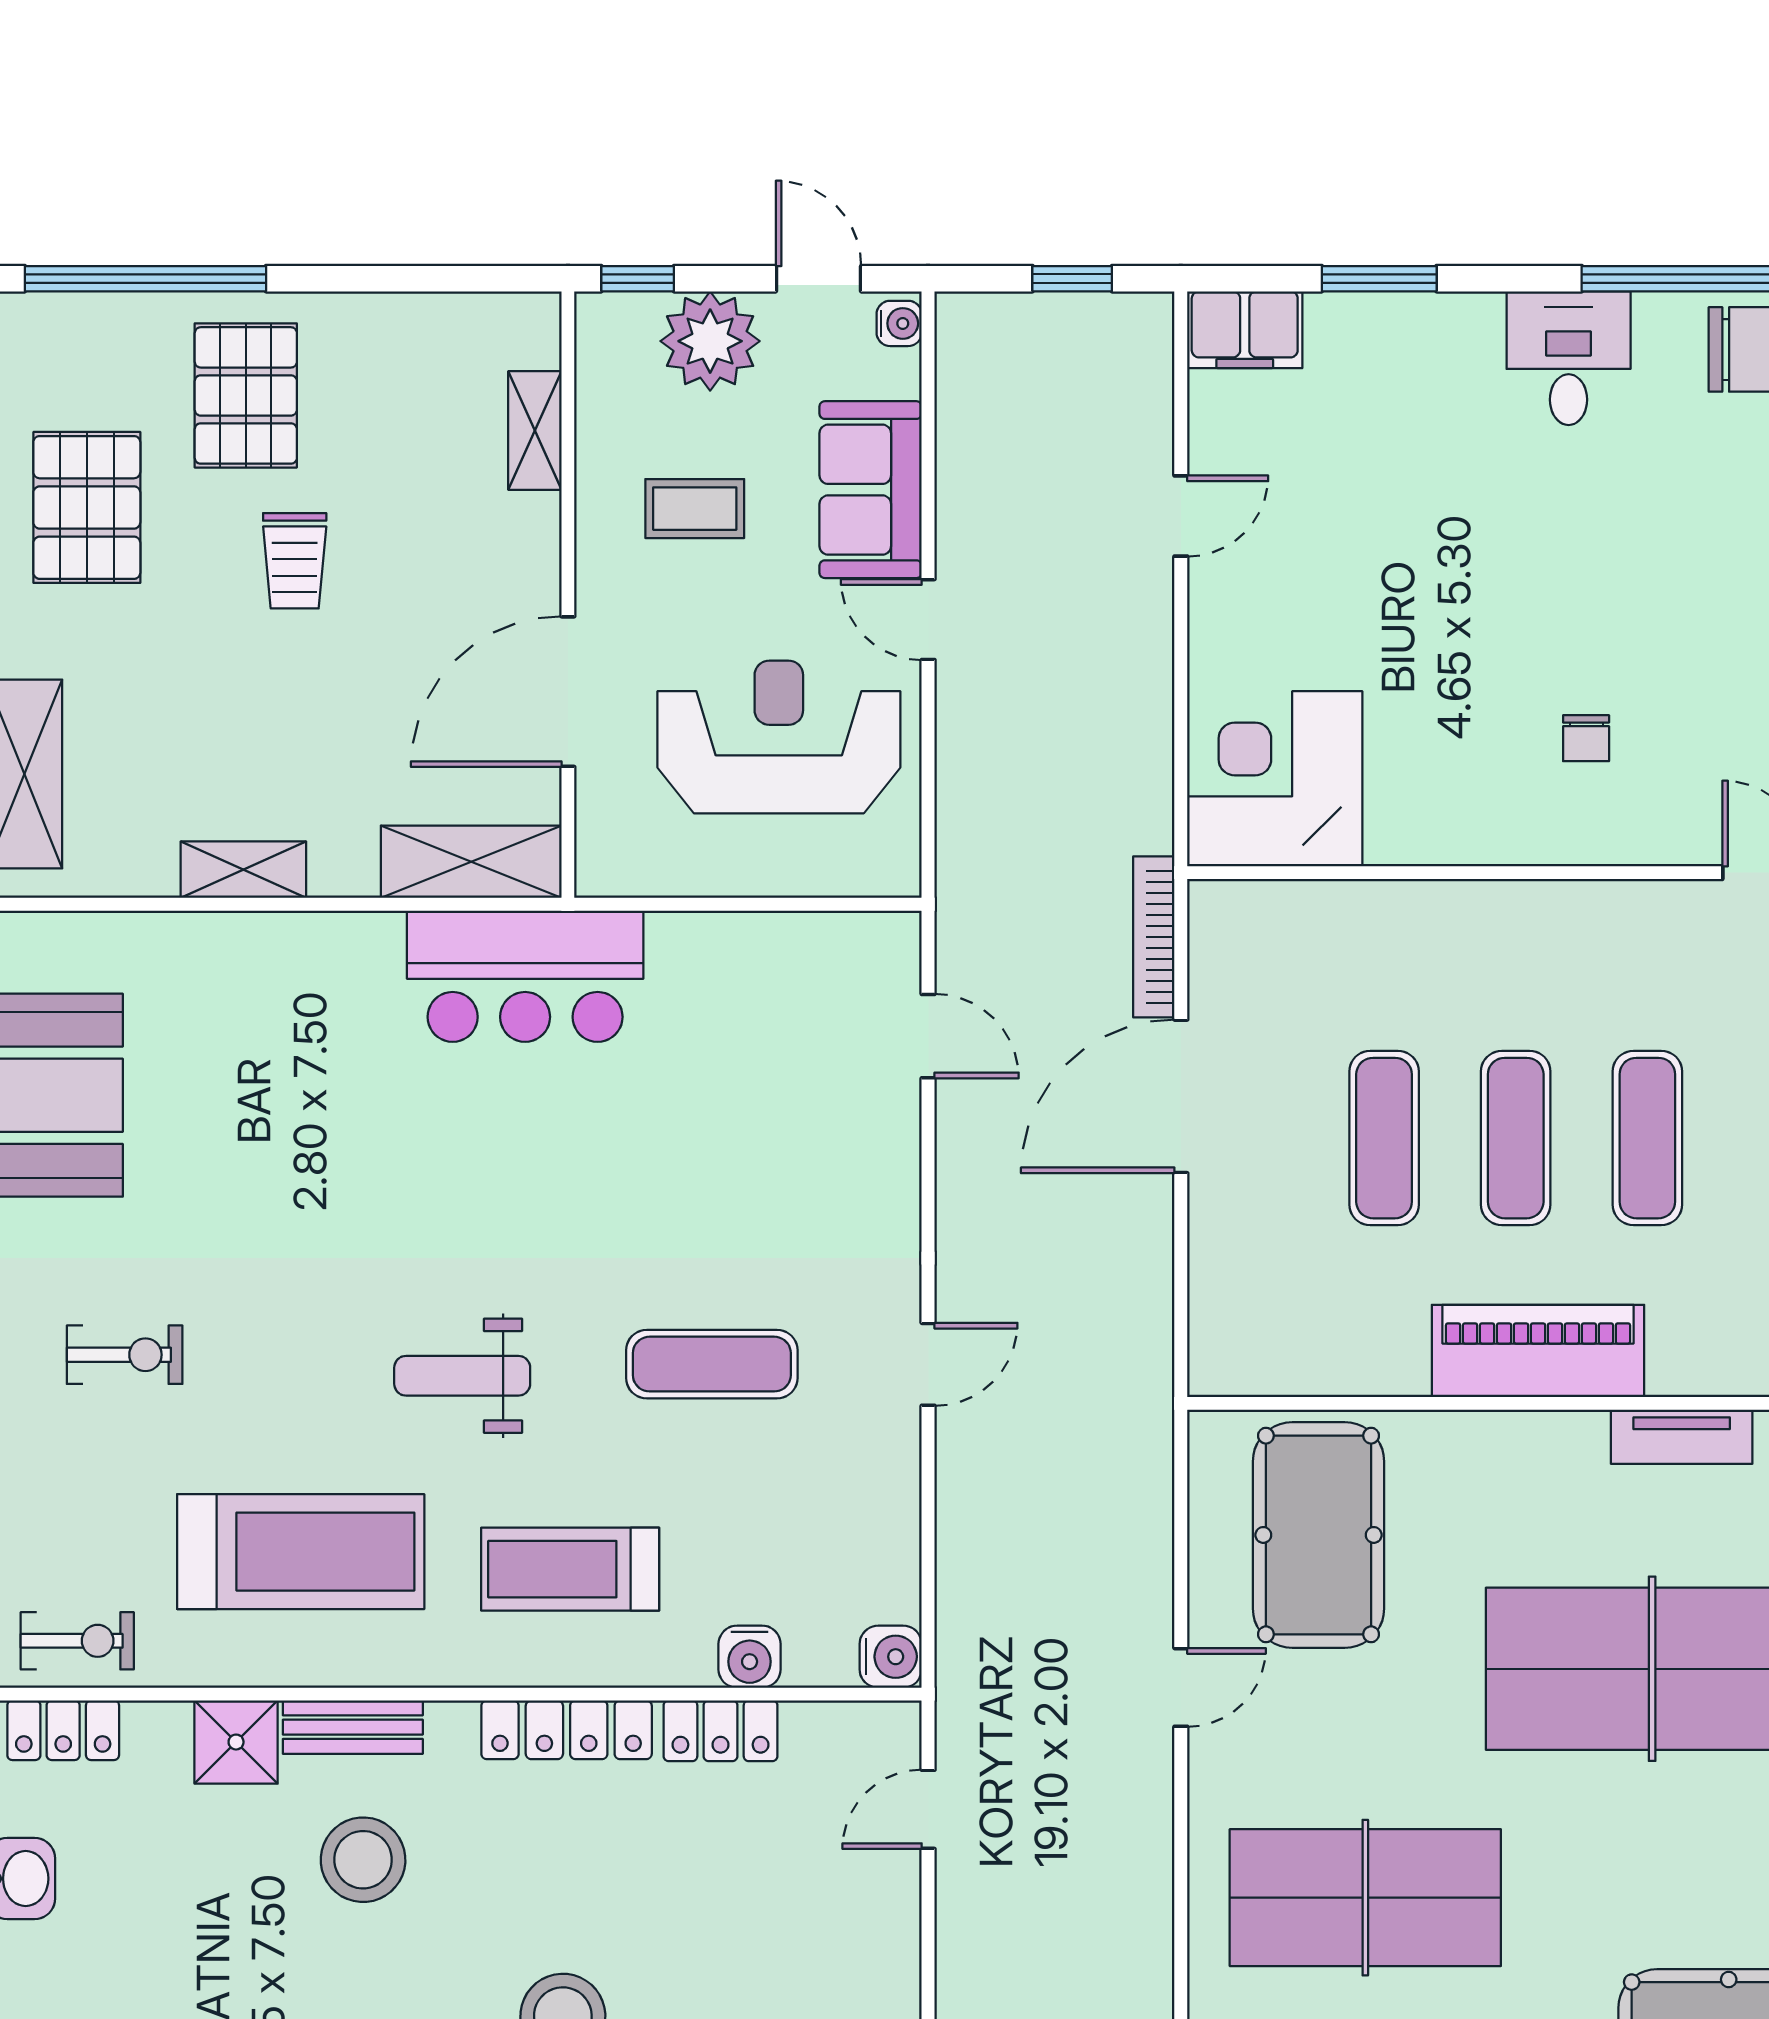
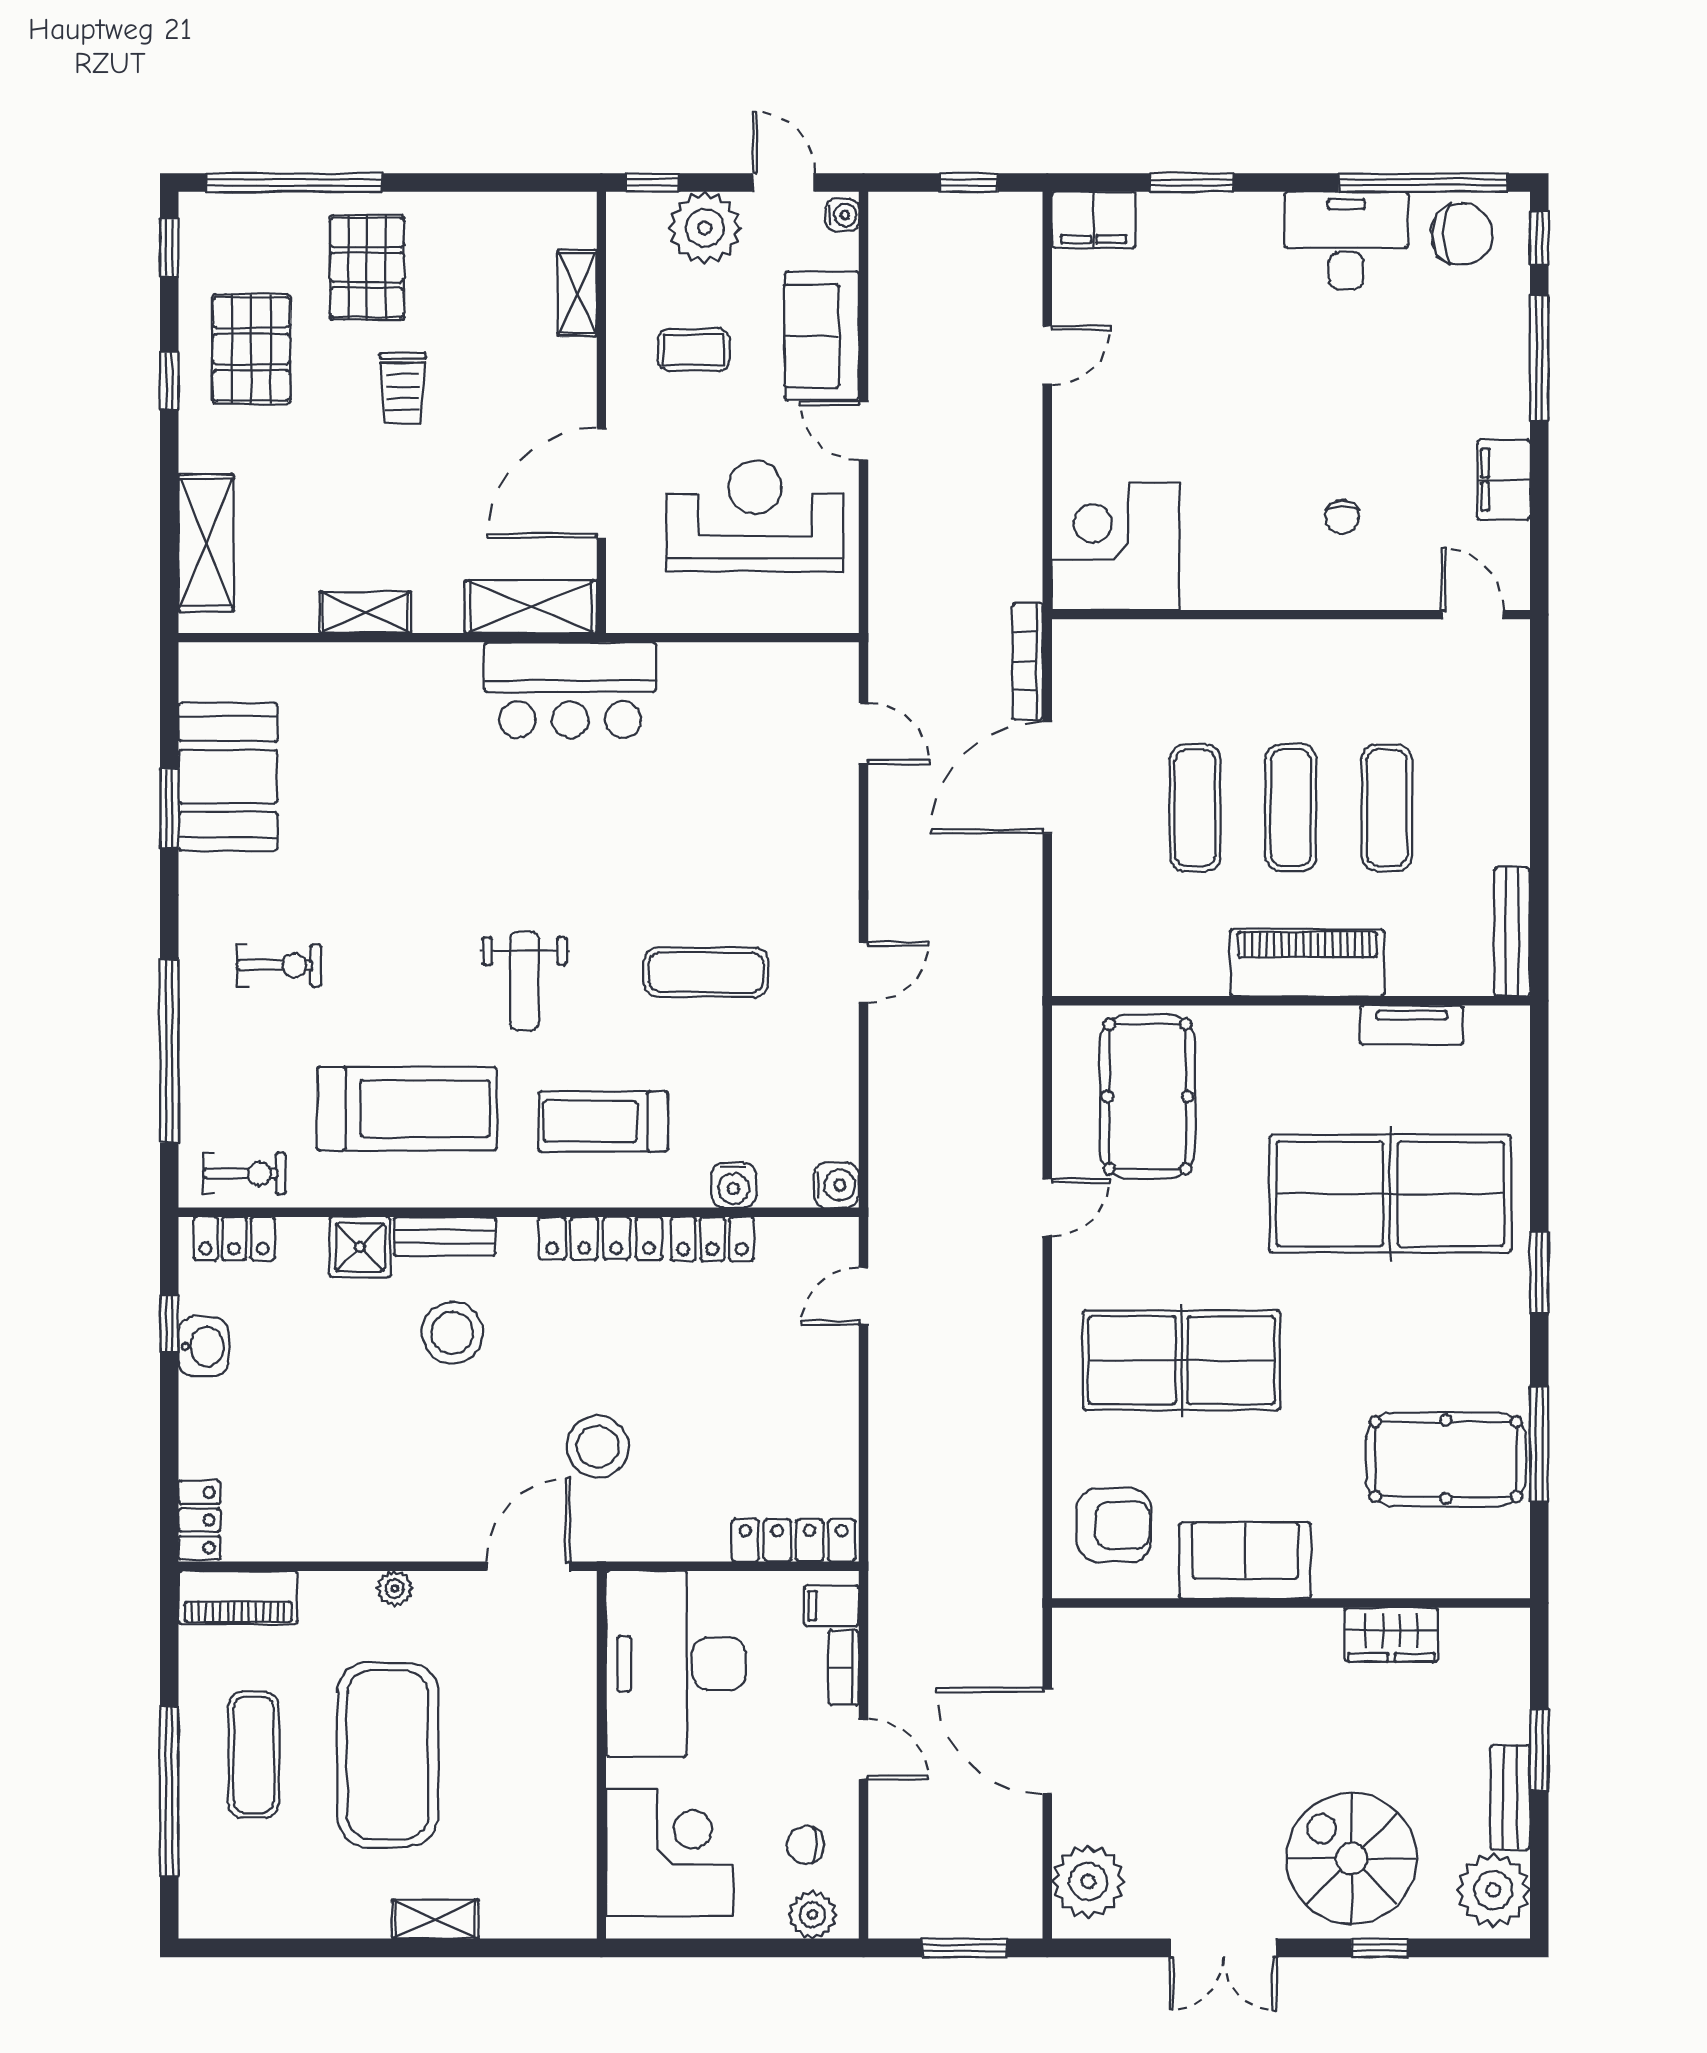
desk: (1569, 358) -> (1346, 240), width x1.37
weight bench: (462, 1376) -> (524, 981), turned -90

